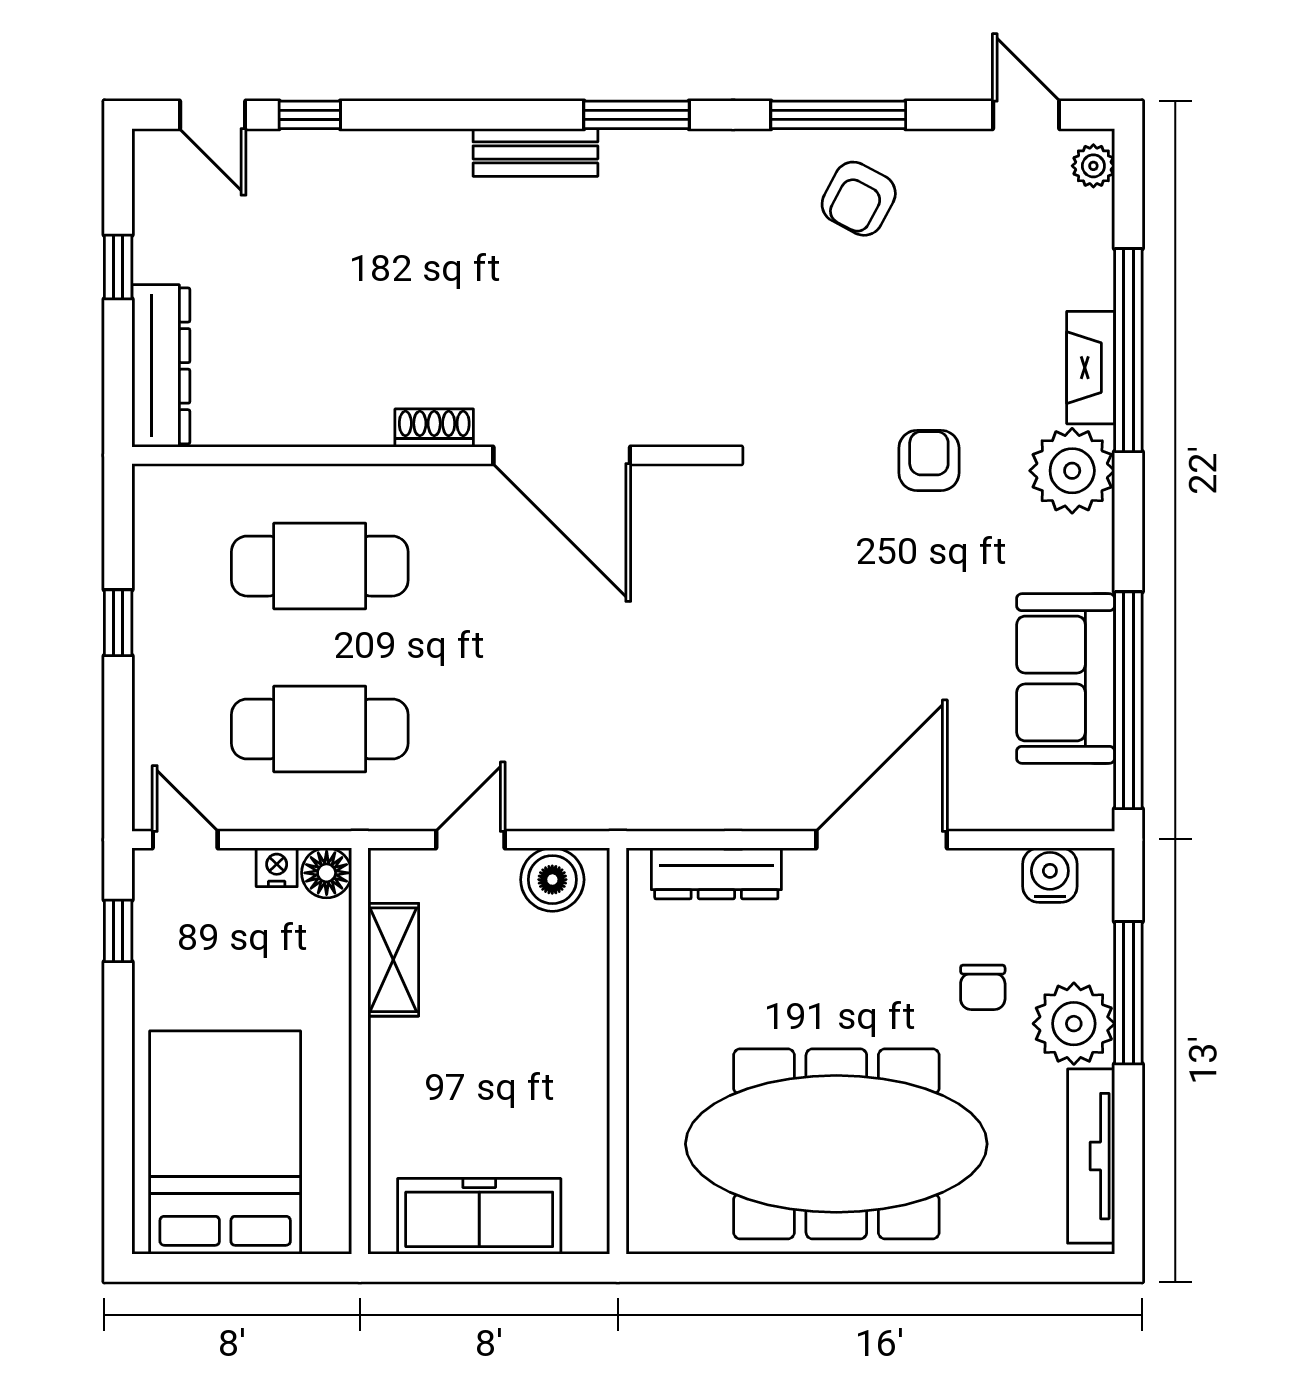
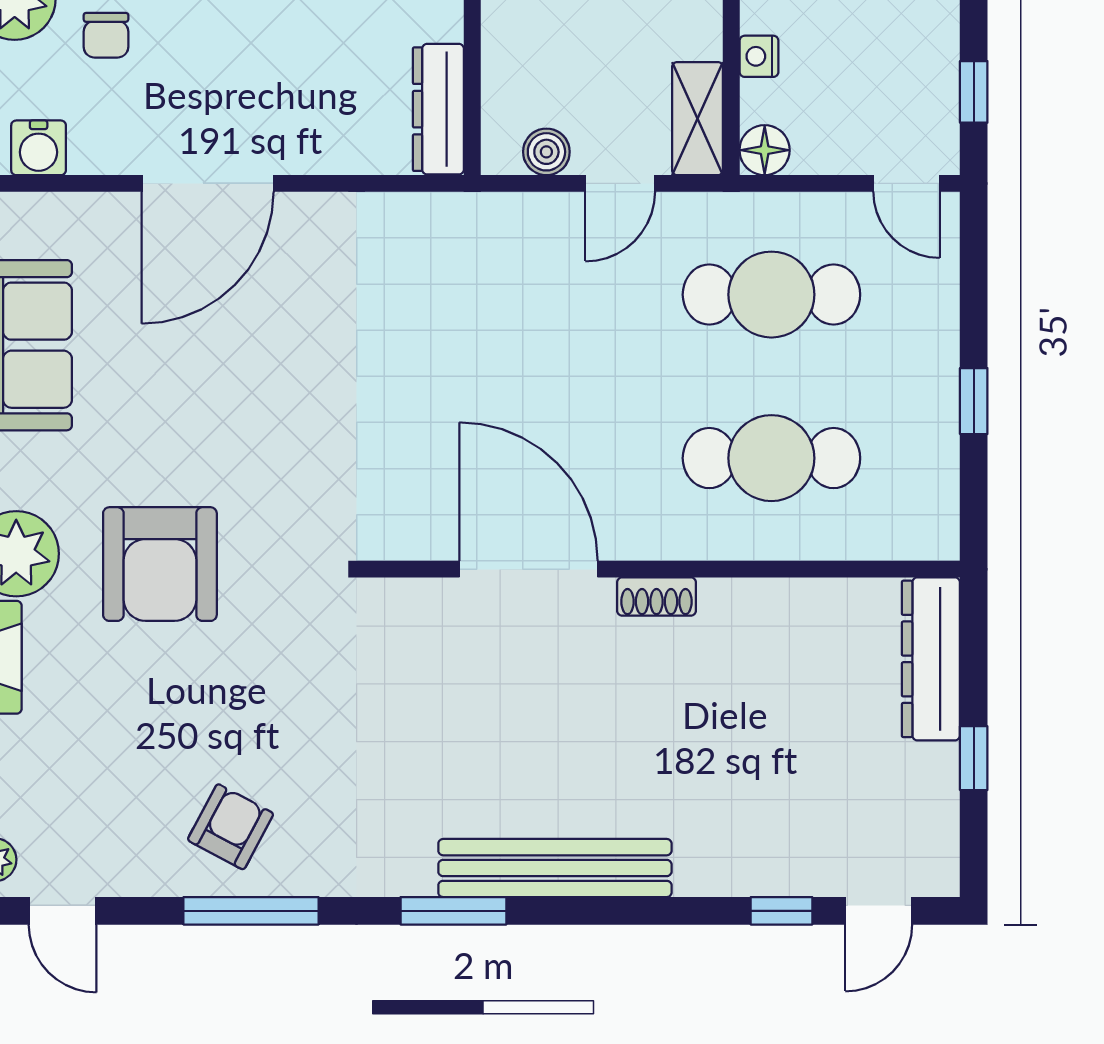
door: (213, 115) -> (879, 911), swing flipped
bench: (535, 152) -> (555, 868), width x1.86, depth x1.21
armchair: (929, 460) -> (160, 564), width x1.88, depth x1.88
nightstand: (277, 867) -> (759, 56), moved, turned 90
dresser: (716, 873) -> (438, 109), moved, turned -90
boiler: (552, 880) -> (546, 152), width x0.73, depth x0.73
shelving: (393, 960) -> (698, 119), moved
chair: (983, 987) -> (106, 35), turned 180

